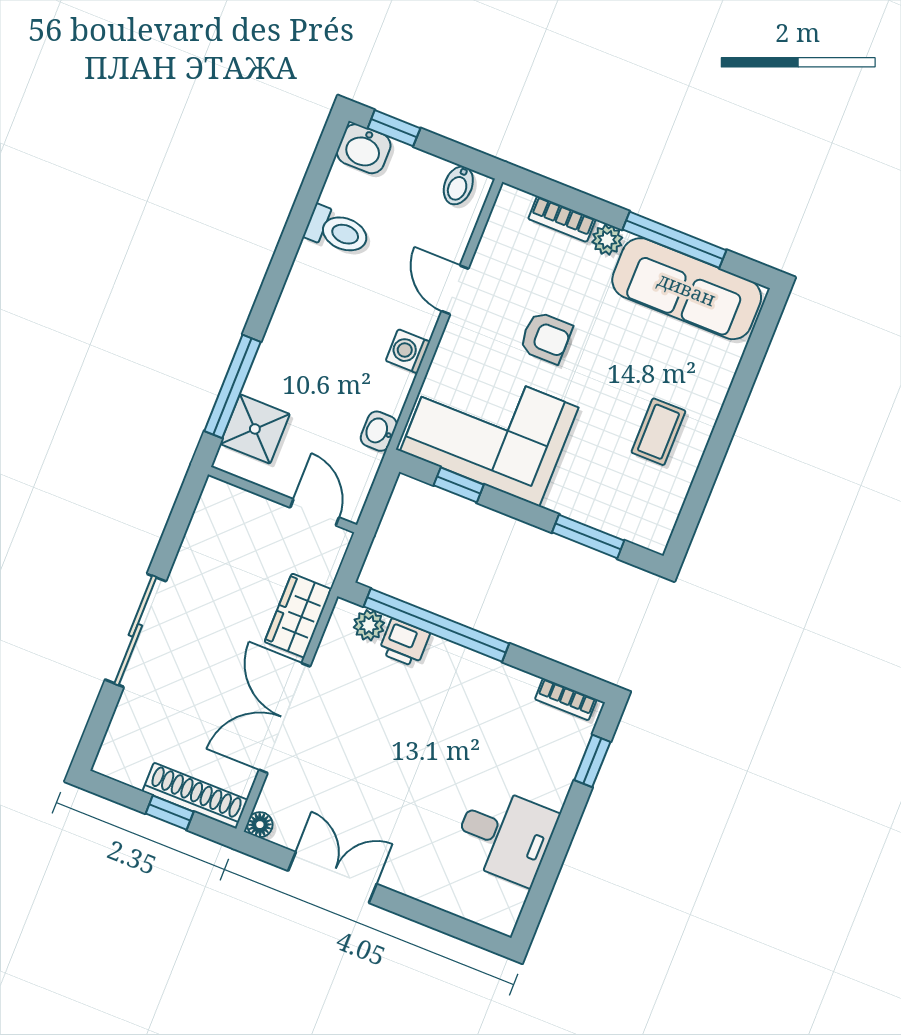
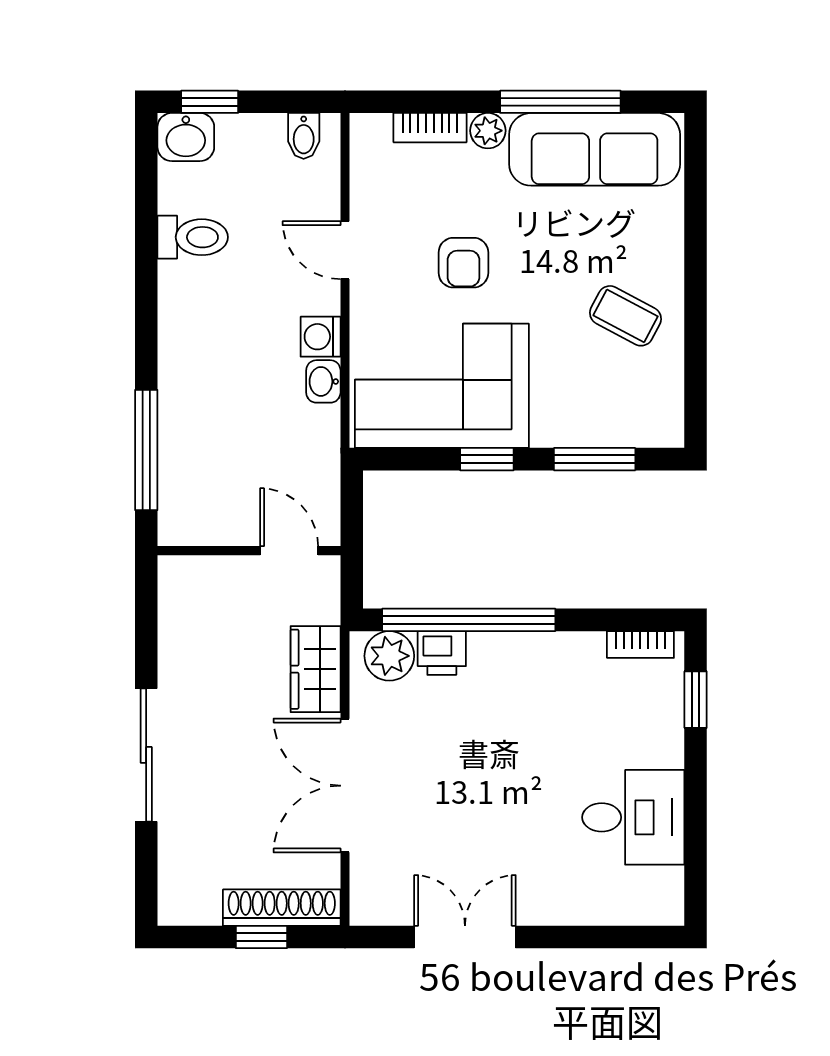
armchair: (546, 338) -> (463, 263), turned 90
shower: (255, 429) -> (189, 486), removed
washbasin: (379, 431) -> (323, 381), moved
coffee table: (658, 432) -> (626, 316), turned -62
window: (459, 485) -> (487, 459), moved
plant: (369, 625) -> (389, 656), width x1.38, depth x1.38
floor lamp: (260, 825) -> (364, 911), removed

